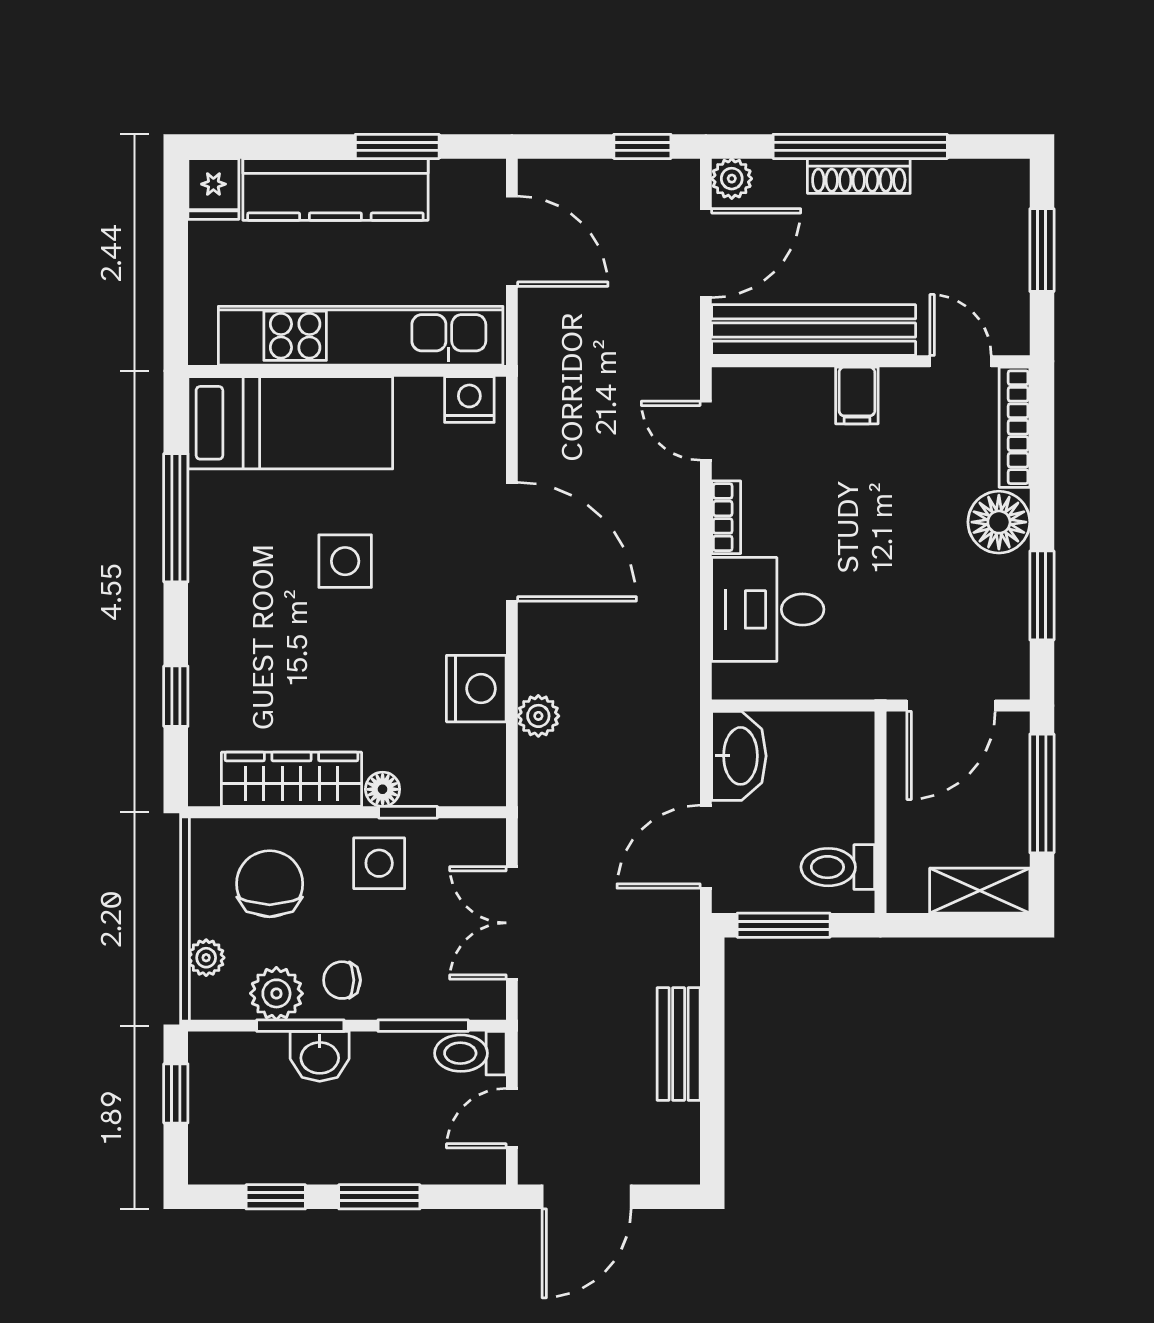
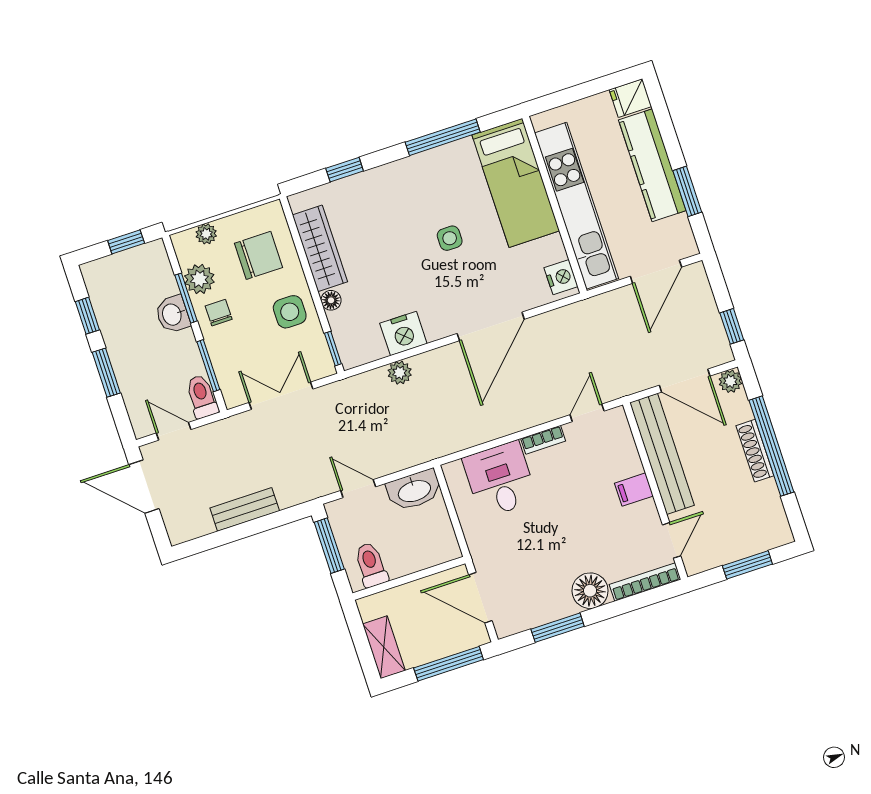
side table: (345, 561) -> (450, 238), width x0.73, depth x0.73
window: (408, 812) -> (333, 349), moved
door: (706, 847) -> (358, 489), width x0.73

